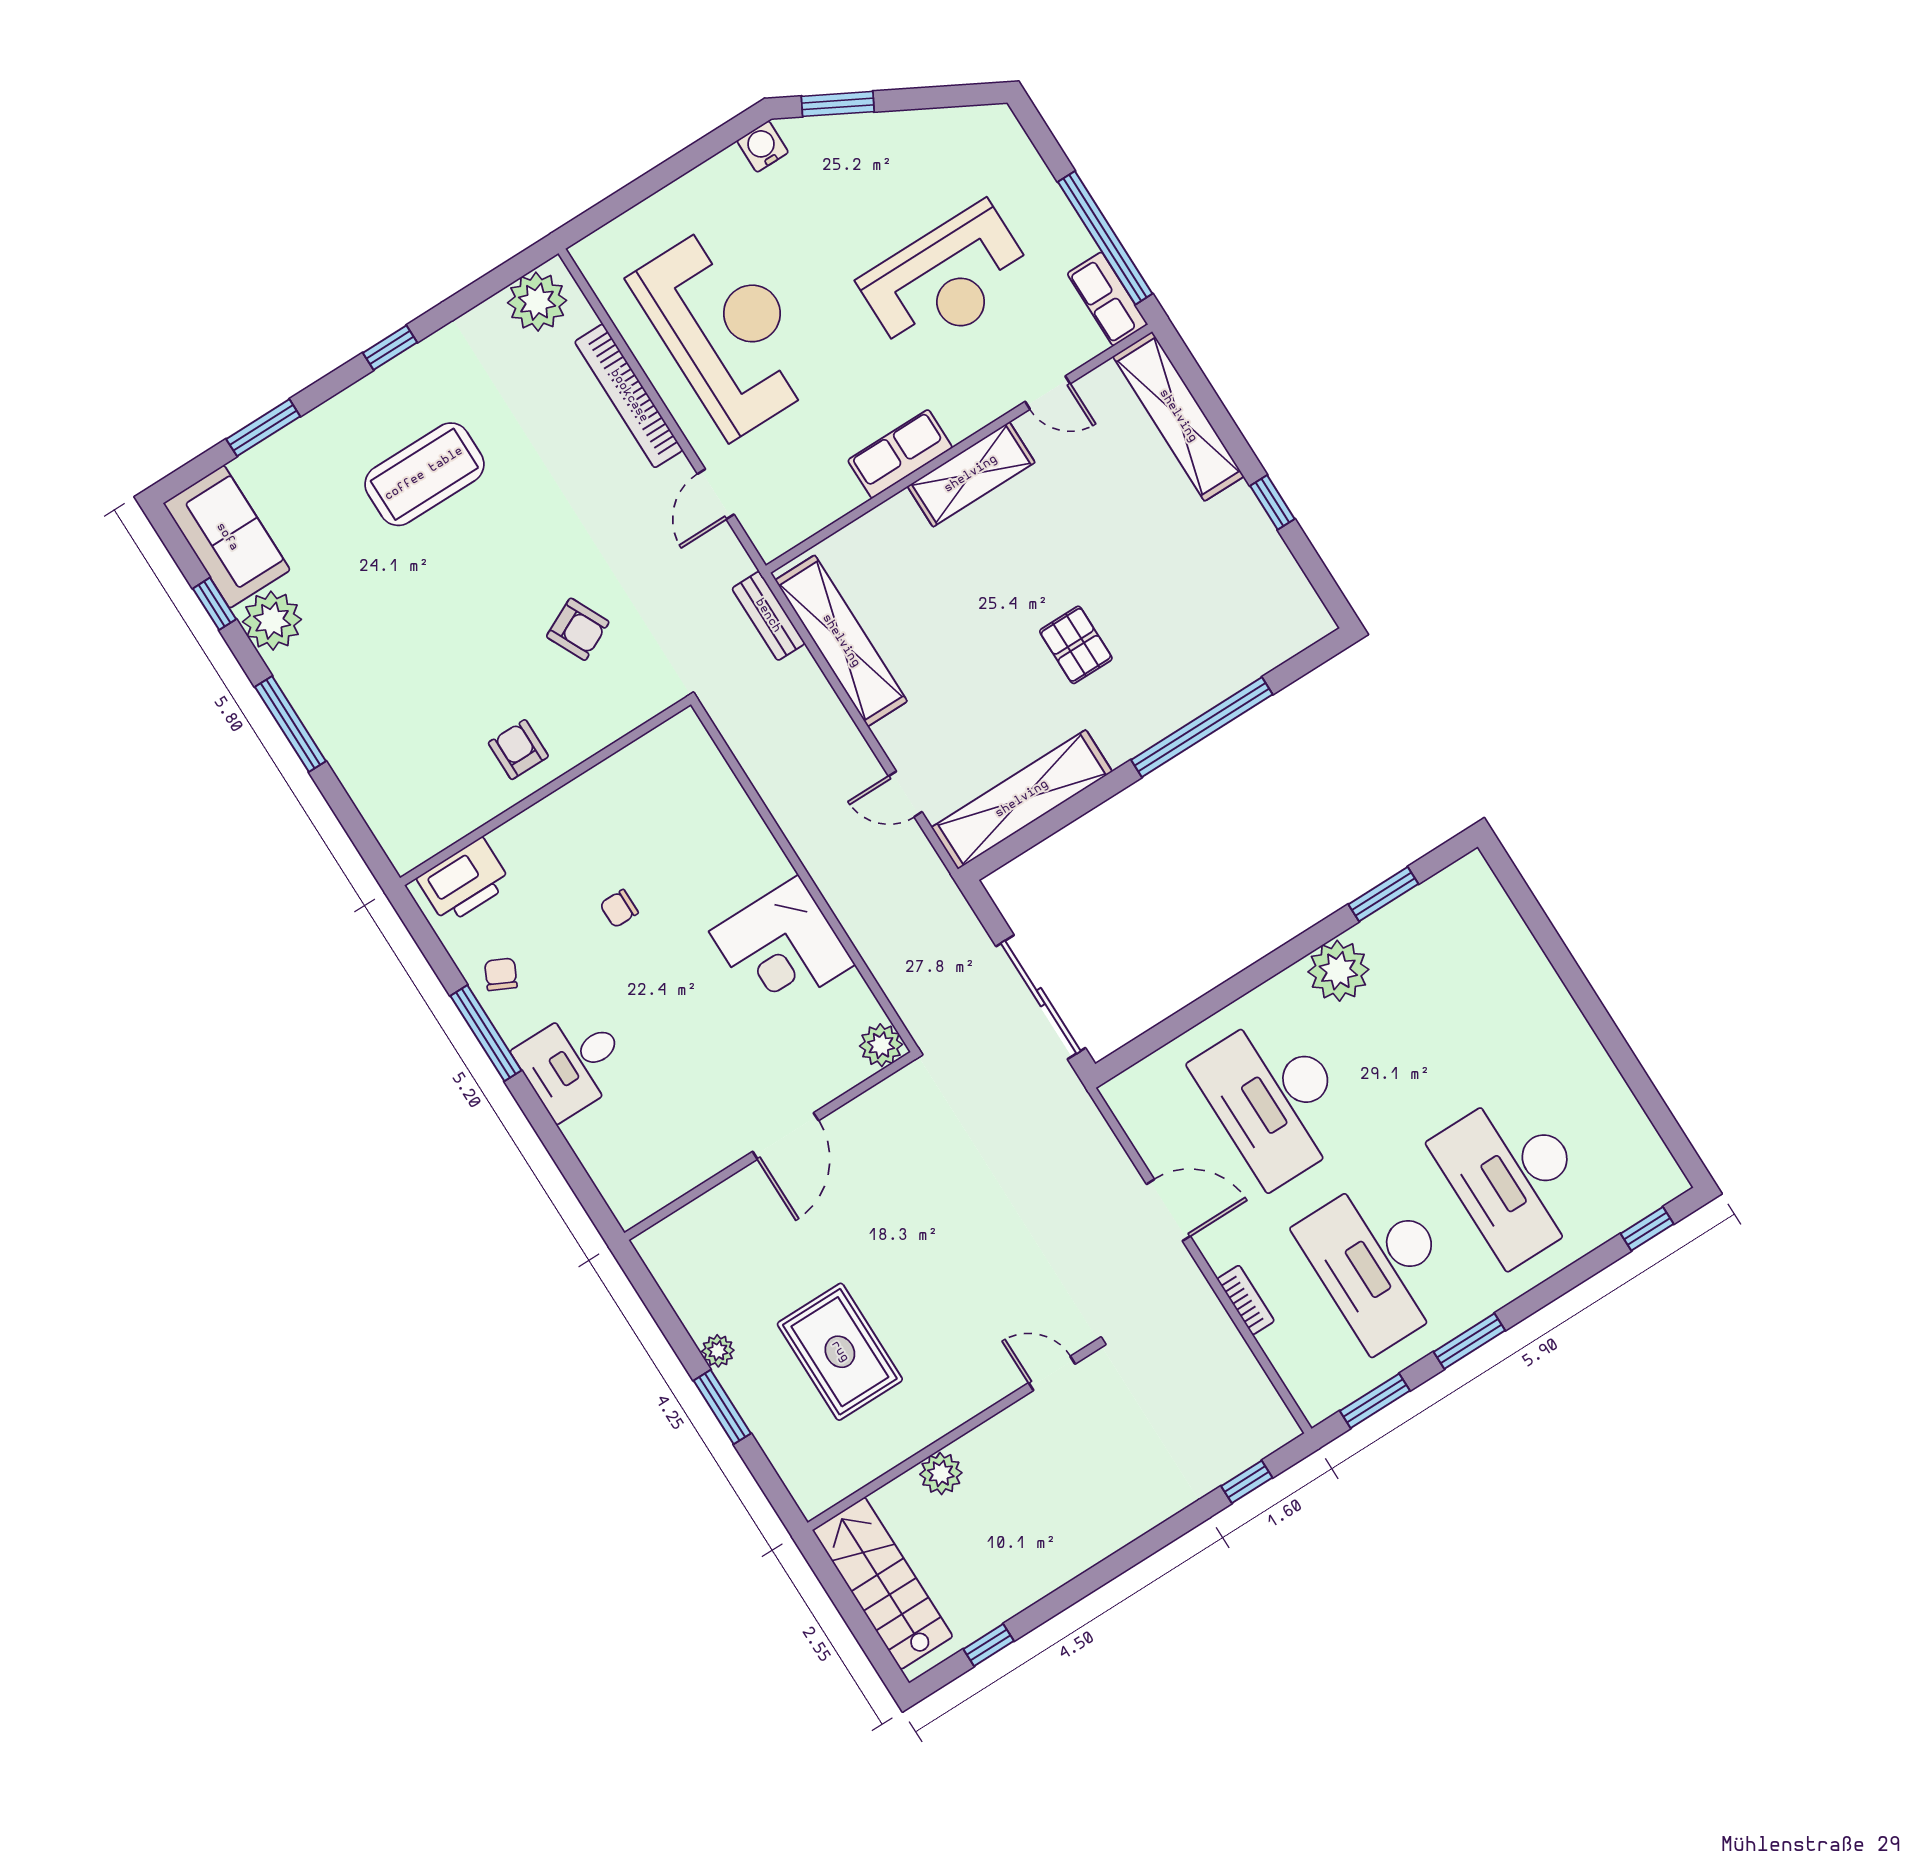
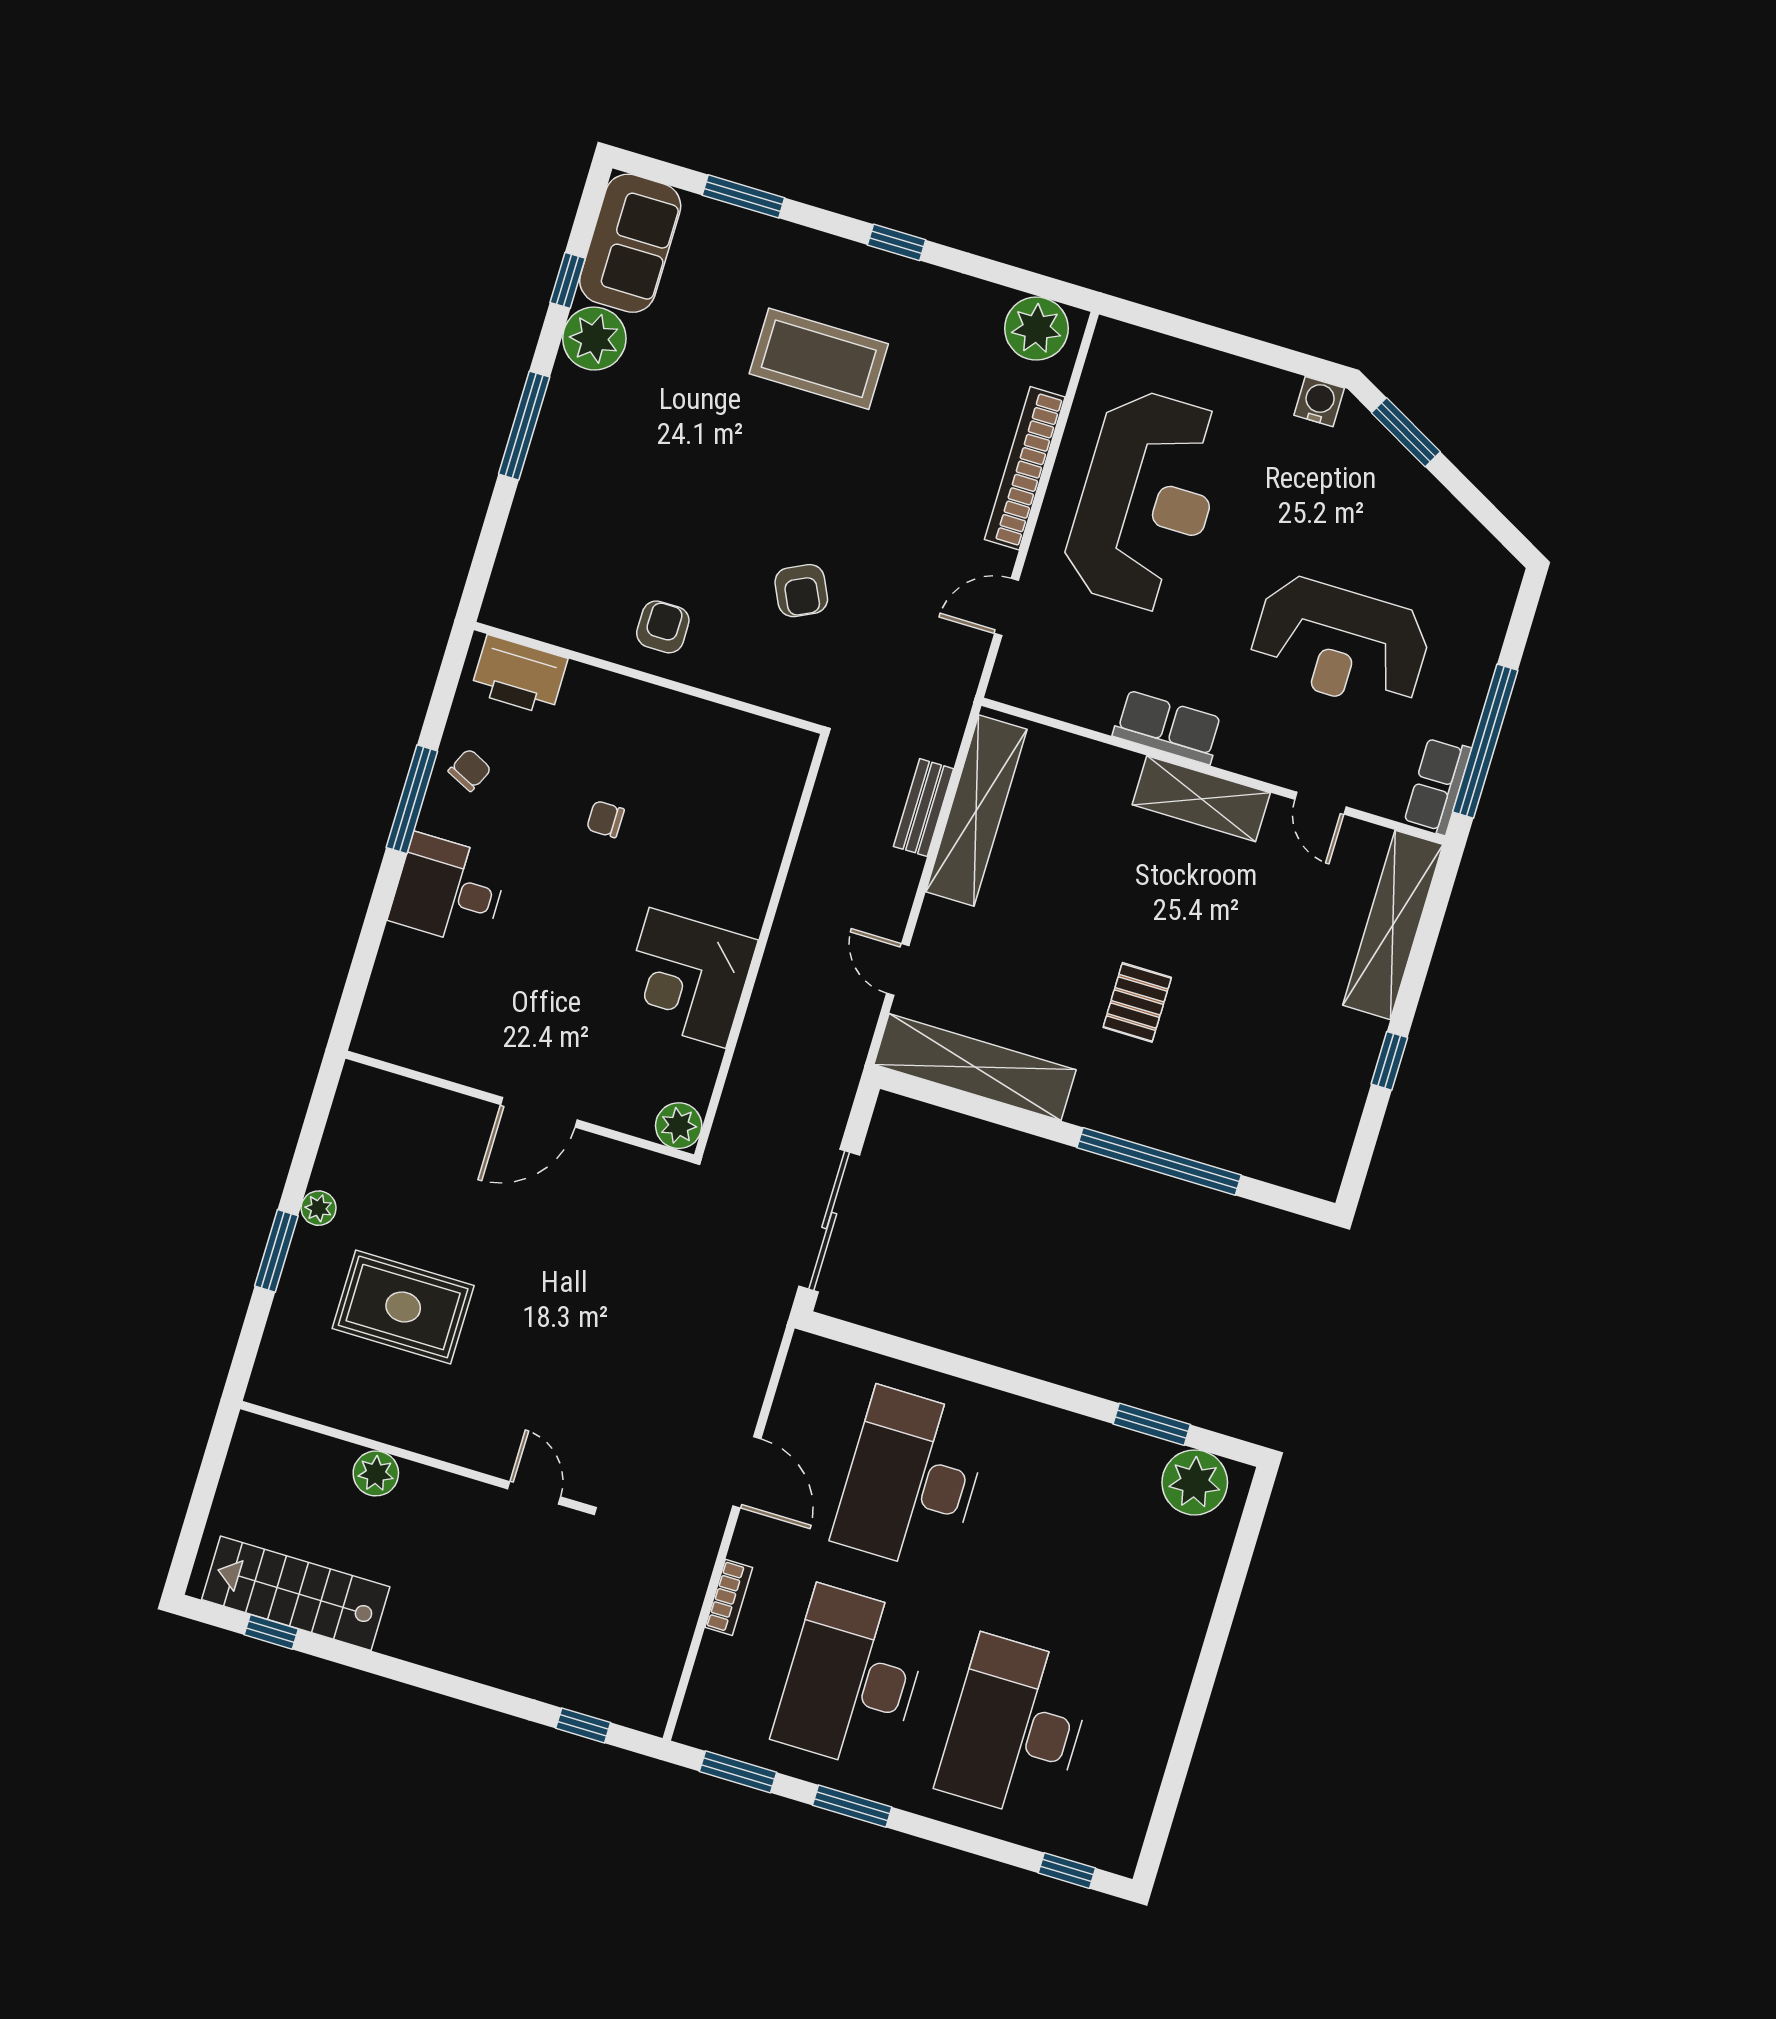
bench: (768, 616) -> (924, 808), moved
plant: (1338, 971) -> (1195, 1482), moved
rug: (840, 1352) -> (403, 1307), turned 90
stairs: (883, 1583) -> (296, 1593), moved, turned -90

